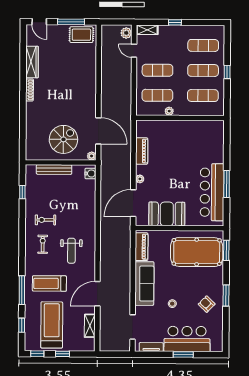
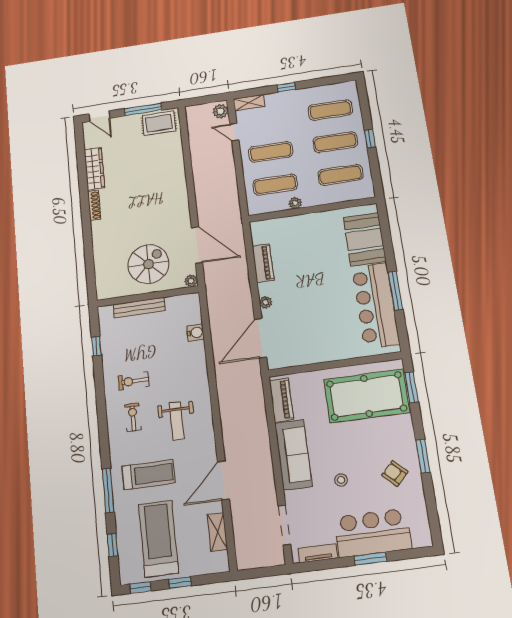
water cooler: (90, 174) -> (195, 333), moved
booth: (167, 214) -> (365, 239), moved, turned 90
treadmill: (49, 283) -> (149, 475), turned 180

